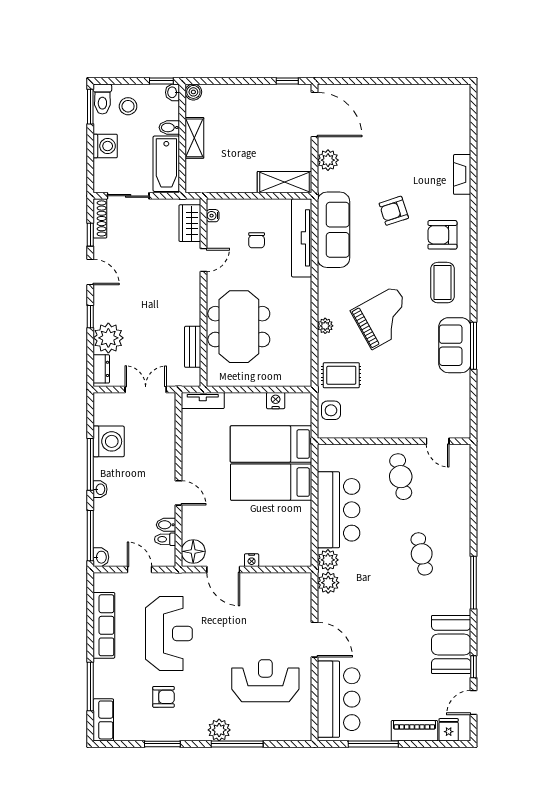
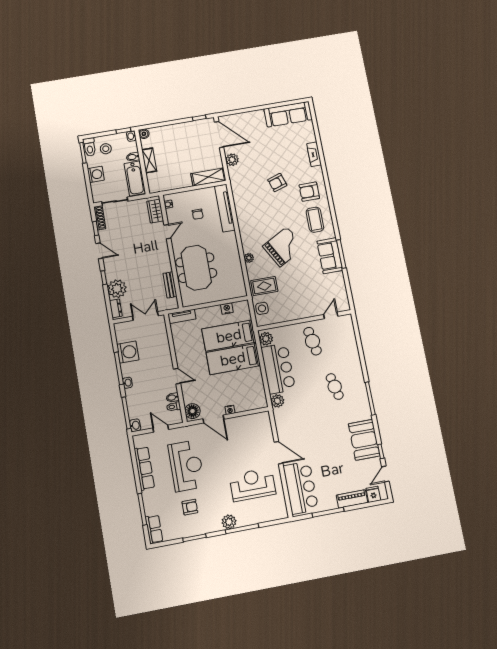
sofa: (333, 230) -> (288, 114), moved, turned 90
door: (438, 441) -> (331, 315), swing flipped
plant: (328, 583) -> (266, 339), moved

